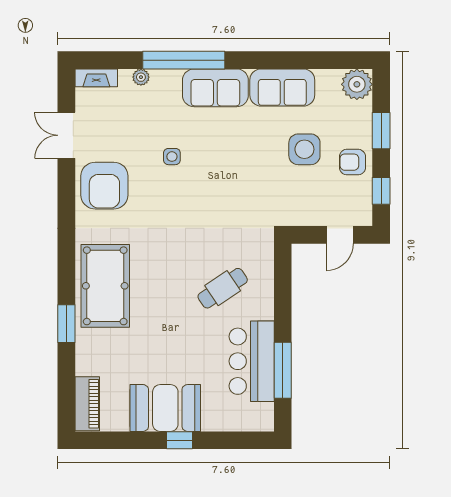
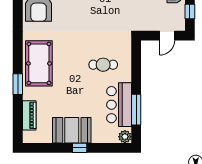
cafe table: (223, 288) -> (103, 65), turned 34
piano: (87, 404) -> (29, 115), moved
plant: (262, 420) -> (125, 137), added

